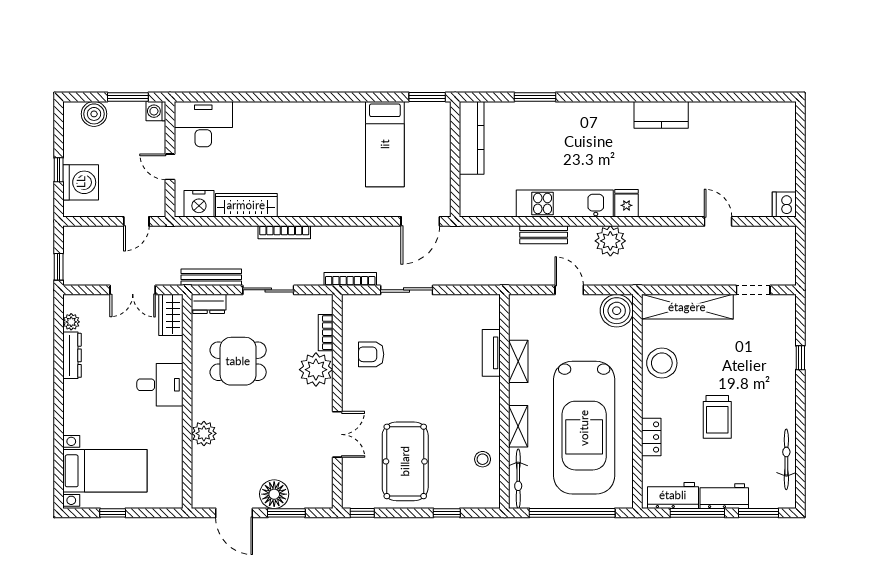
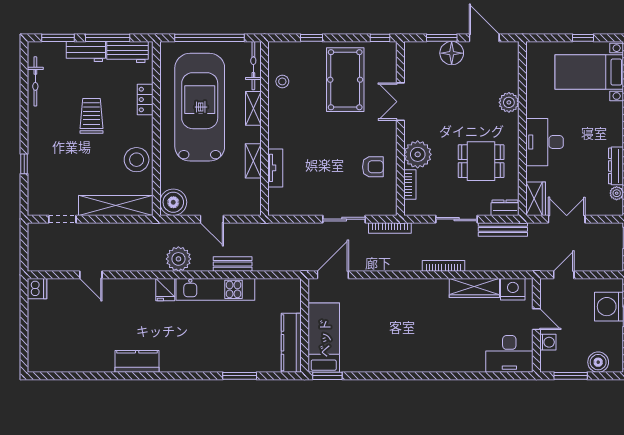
washing machine: (156, 111) -> (548, 342), moved
bed: (385, 144) -> (324, 338), moved
desk: (160, 385) -> (545, 142), width x1.37

